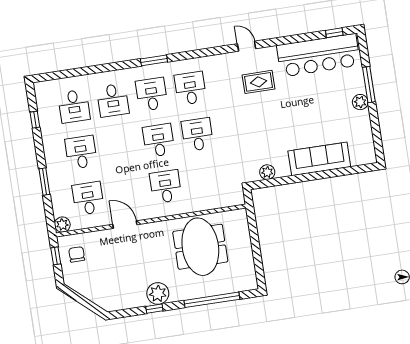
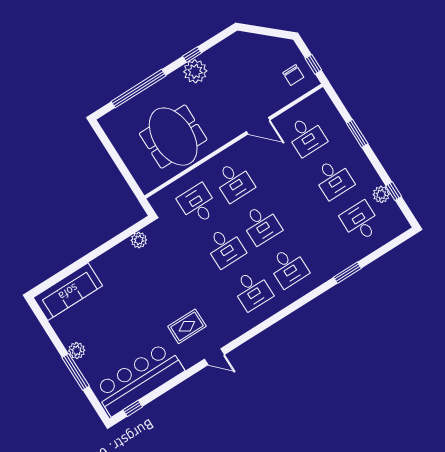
window: (154, 60) -> (347, 273), moved
desk: (113, 100) -> (198, 204), moved
sofa: (319, 159) -> (68, 292), moved
plant: (62, 225) -> (381, 194), moved

